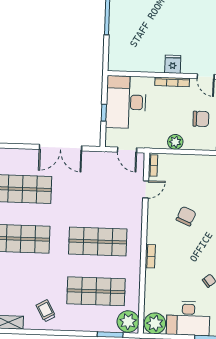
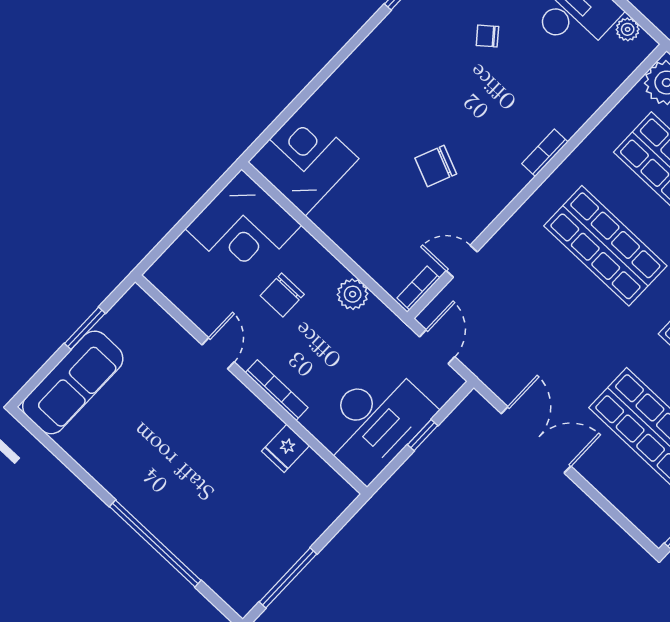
fridge: (173, 64) -> (285, 448), moved
chair: (201, 119) -> (282, 295), turned -90
plant: (155, 323) -> (628, 29), width x0.53, depth x0.53

